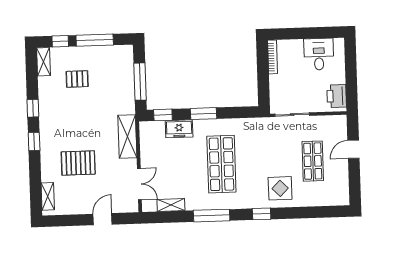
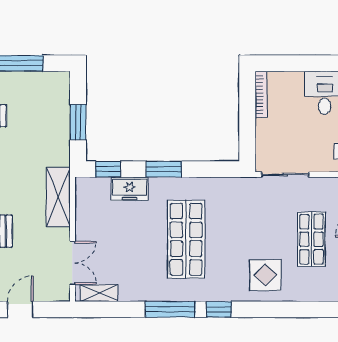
window: (140, 82) -> (78, 122), width x0.69
shelving: (171, 205) -> (99, 293), moved
window: (262, 214) -> (219, 309), moved

